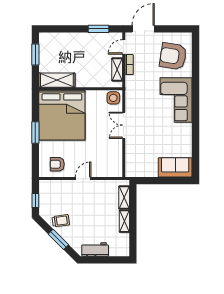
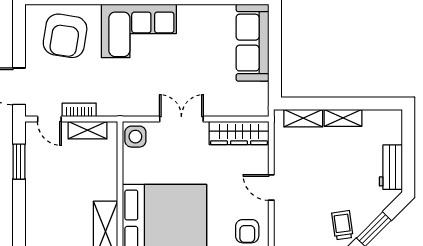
double door: (124, 125) -> (181, 119), swing flipped
wardrobe: (115, 159) -> (239, 133), added
sofa: (175, 167) -> (253, 43), width x1.36

